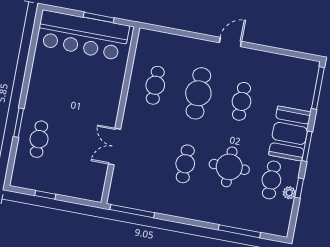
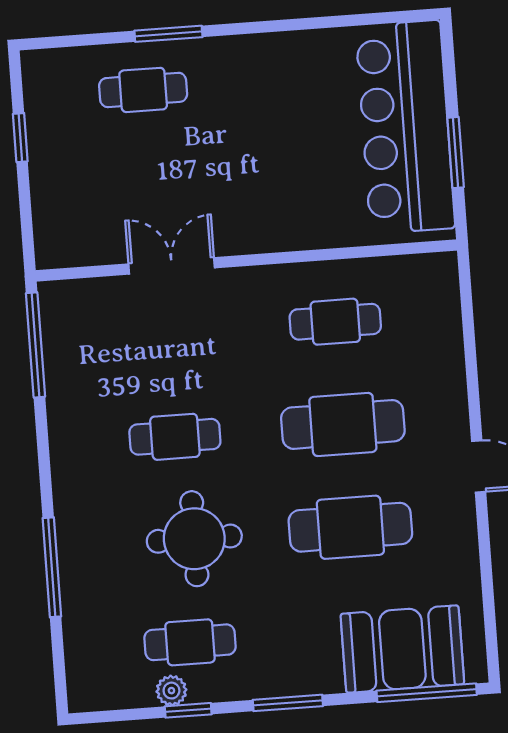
cafe table: (241, 101) -> (350, 527), width x1.37, depth x1.35
booth: (290, 133) -> (402, 649), moved
window: (239, 231) -> (52, 567), moved

